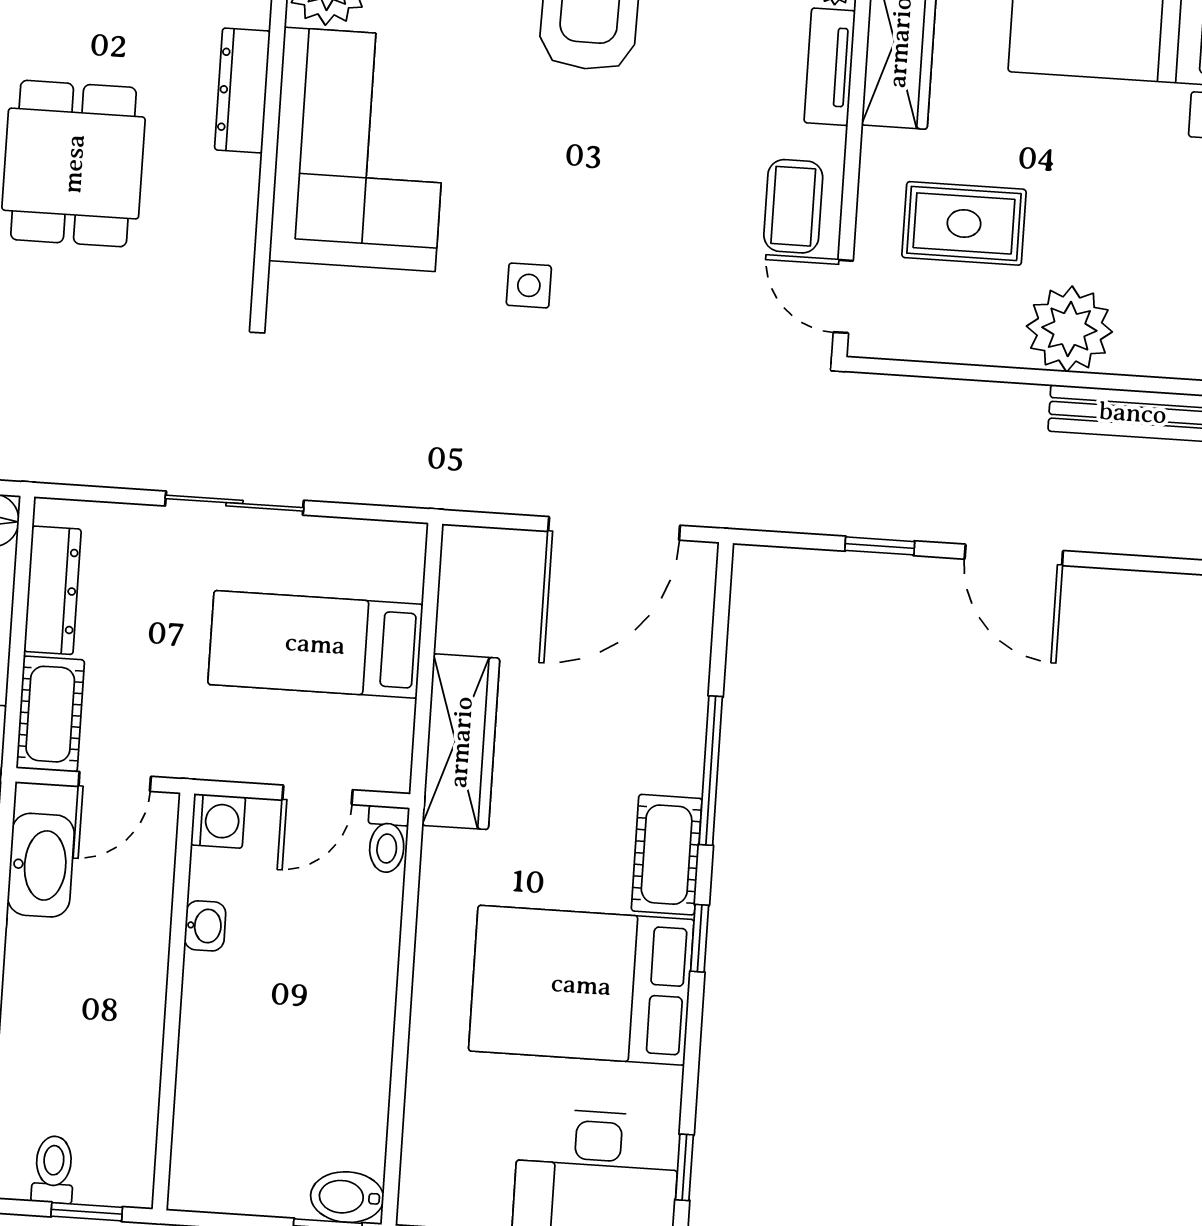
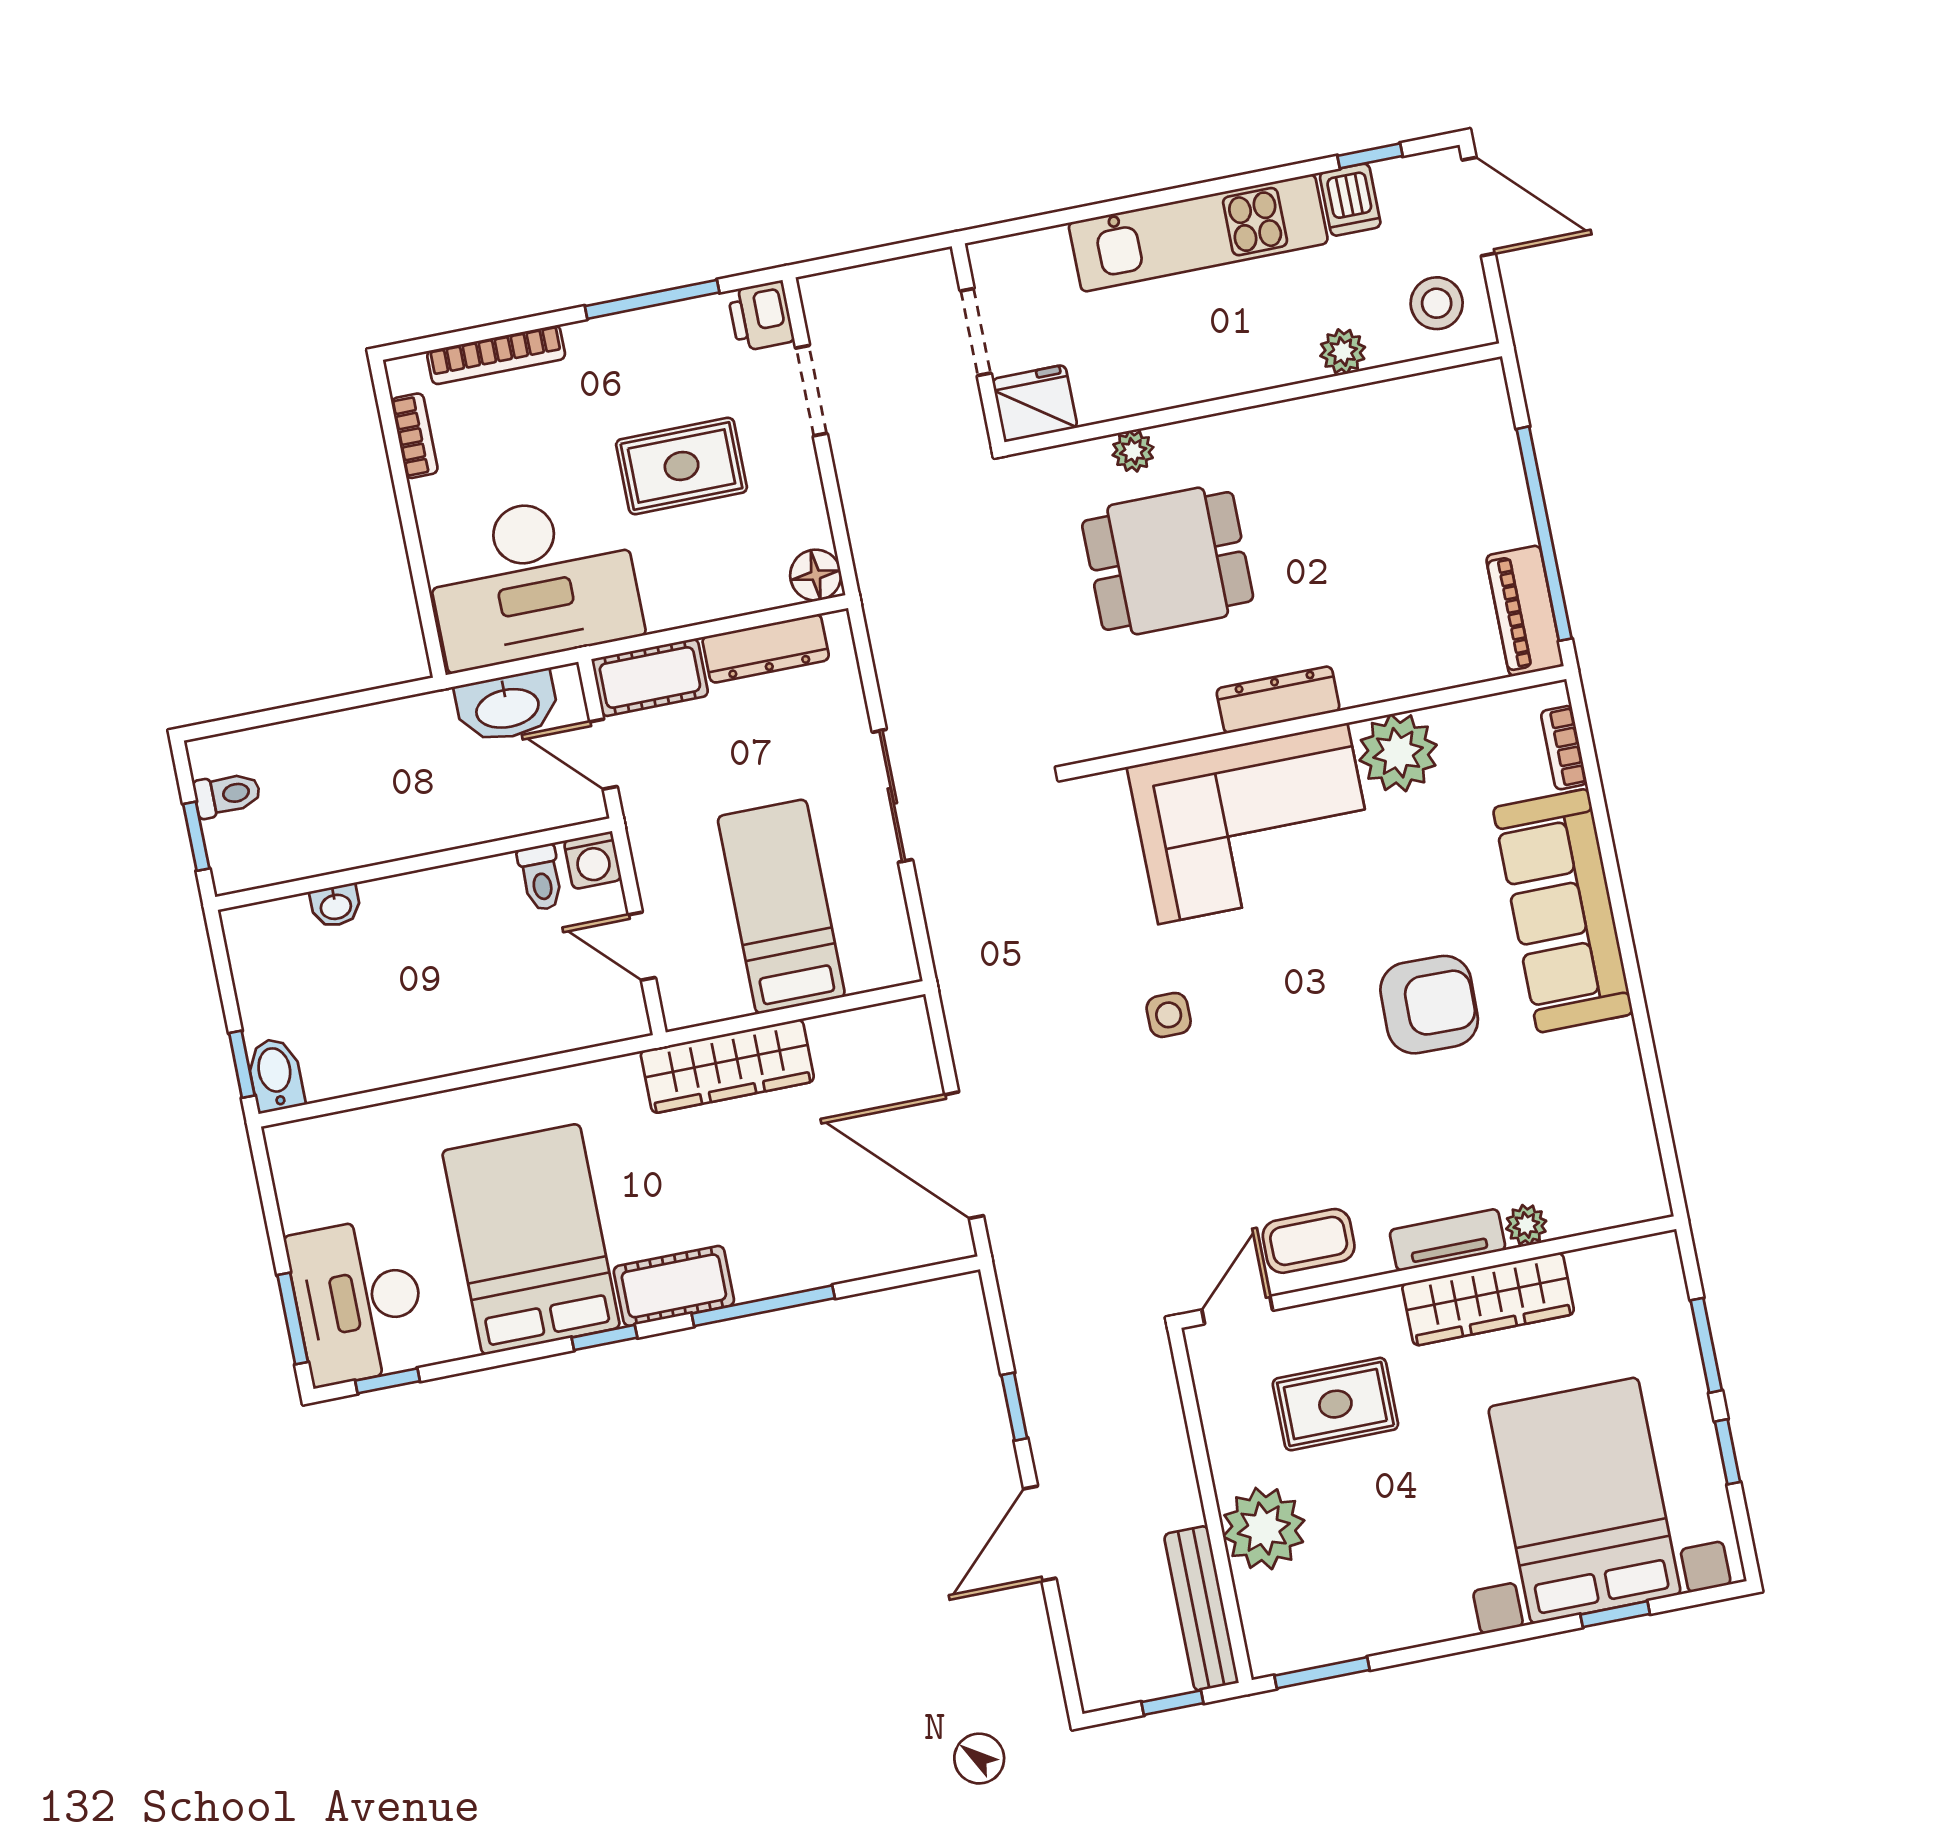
rug: (964, 223) -> (1335, 1404), turned 90
toilet: (387, 839) -> (541, 878), moved, turned -90
washbasin: (205, 926) -> (336, 906), moved

